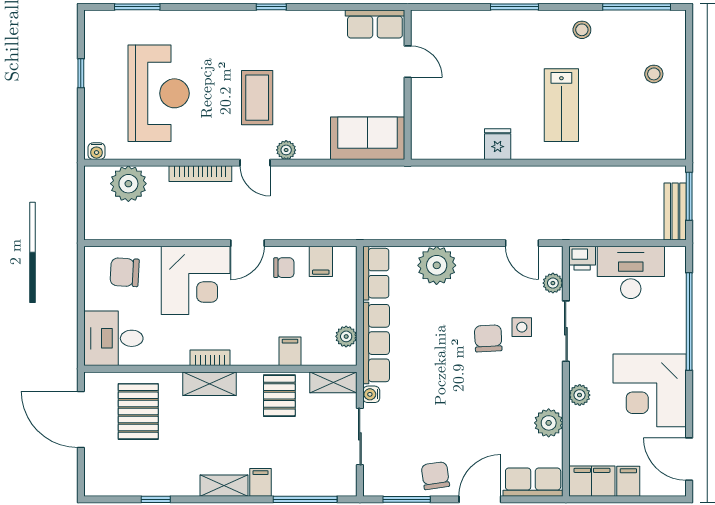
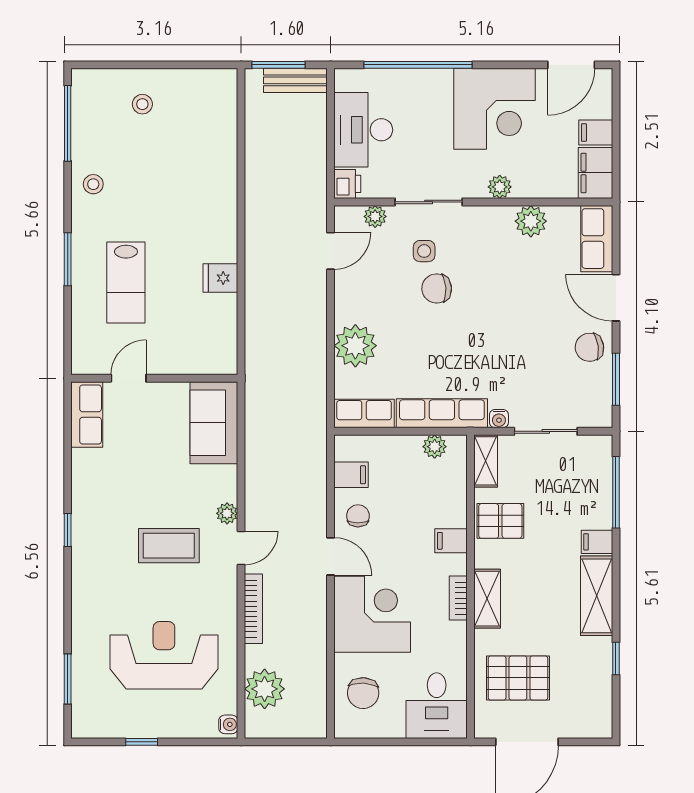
lab bench: (561, 105) -> (126, 282), moved, turned 90
filing cabinet: (290, 351) -> (451, 541), moved
shelving: (224, 486) -> (597, 596), width x1.50, depth x1.33

